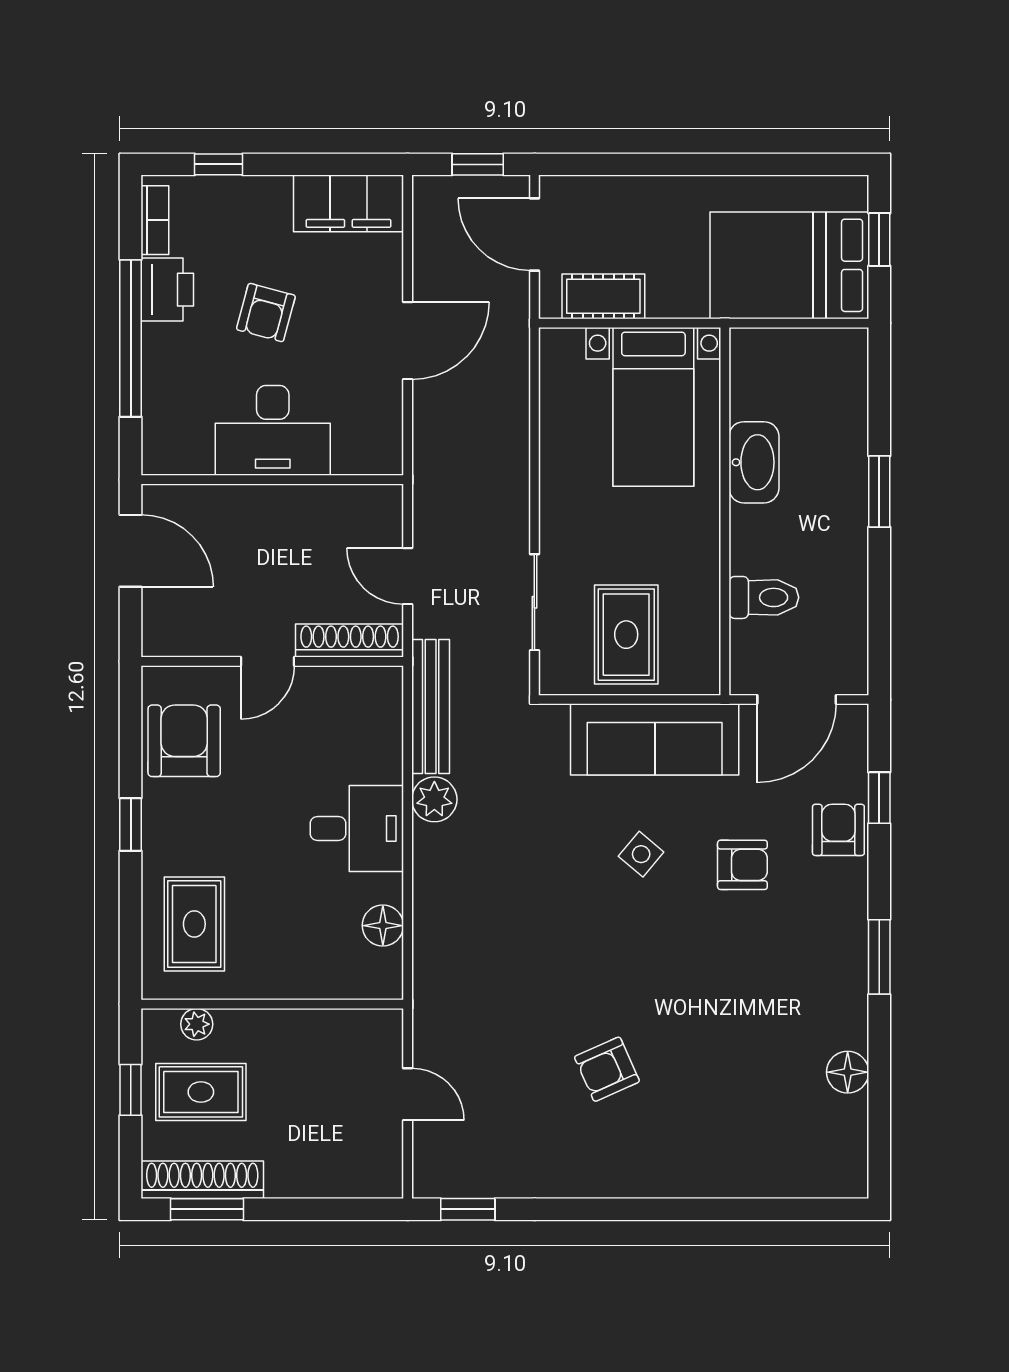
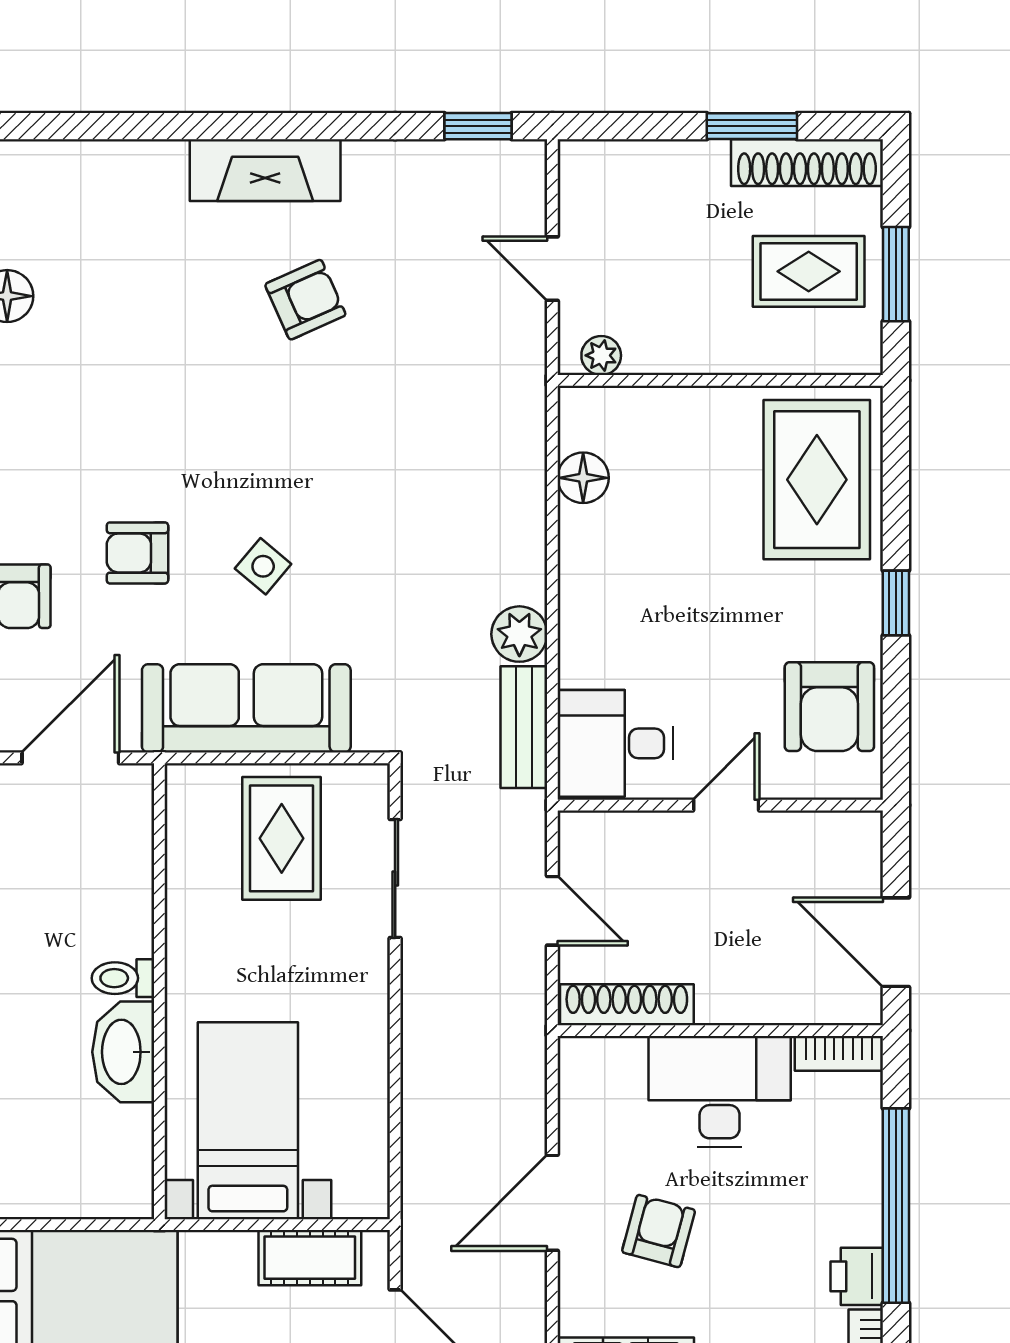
printer: (167, 290) -> (857, 1276), width x0.73, depth x0.81
armchair: (266, 313) -> (659, 1231), moved
bookcase: (177, 461) -> (839, 1053), added
toilet: (764, 597) -> (123, 978), moved, width x0.73, depth x0.72
shoe rack: (350, 641) -> (627, 1005), moved, turned 180
bench: (431, 706) -> (524, 727), width x0.73
desk: (357, 828) -> (615, 743), moved
rug: (194, 924) -> (817, 480), width x1.36, depth x1.43
plant: (197, 1024) -> (601, 355), moved
window: (131, 1090) -> (896, 274), width x1.50
fireplace: (639, 1174) -> (265, 170), added
window: (207, 1209) -> (752, 126), moved

